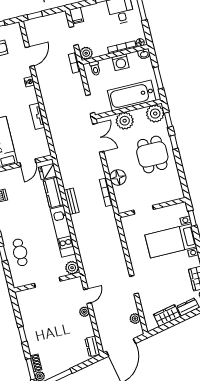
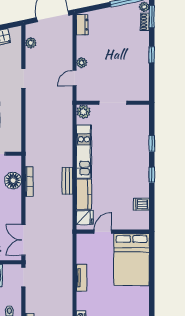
floor lamp: (118, 177) -> (13, 181), moved
cafe table: (20, 252) -> (134, 141), removed

